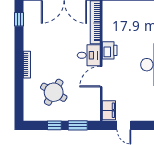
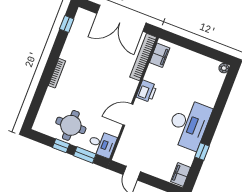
desk: (89, 55) -> (102, 144), moved
round table: (54, 92) -> (71, 125), moved, turned -30
filing cabinet: (109, 110) -> (160, 55), moved

